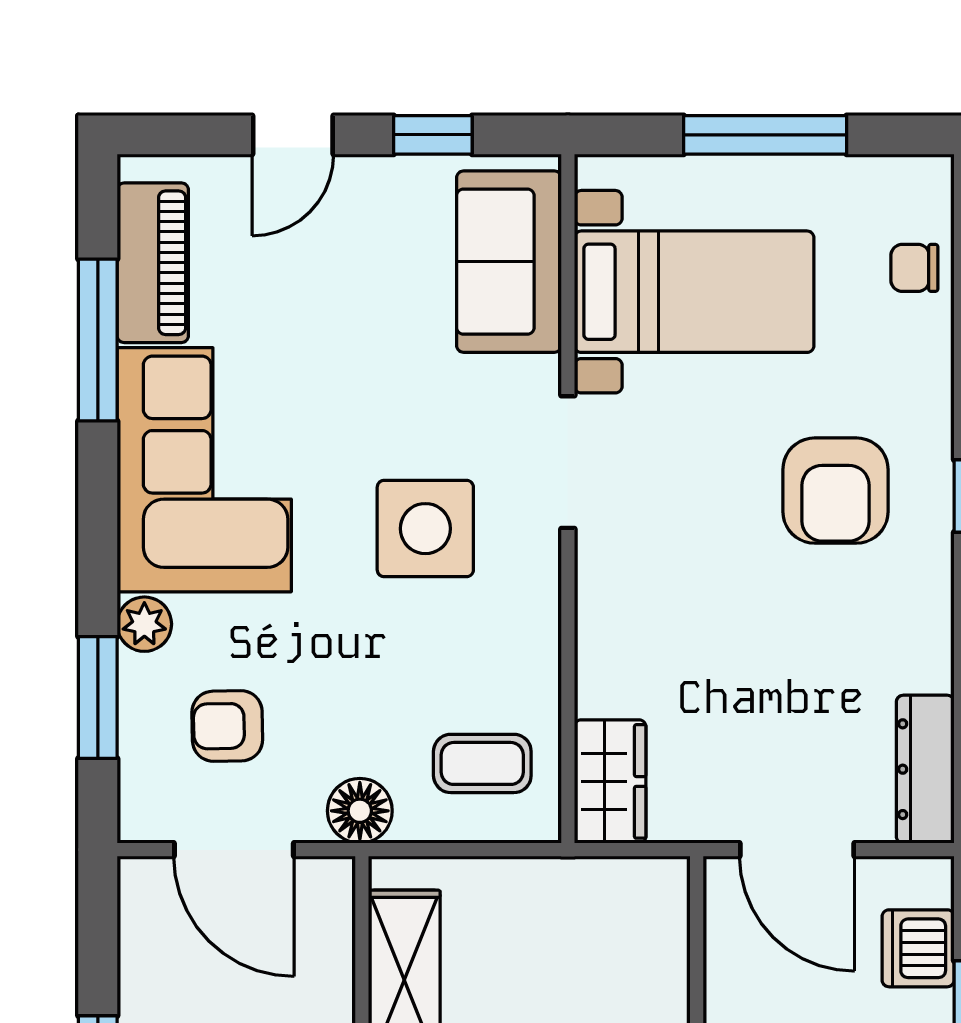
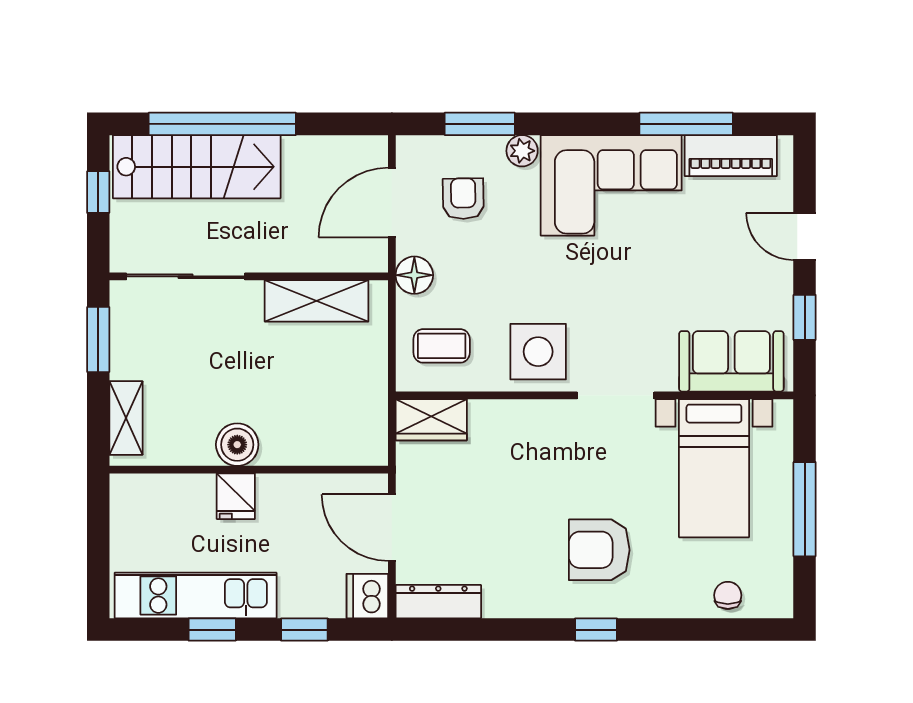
side table: (425, 529) -> (538, 352), moved
coffee table: (482, 763) -> (442, 346), turned 90
door: (797, 850) -> (392, 528), hinge flipped
dishwasher: (918, 948) -> (367, 596), moved, turned -90

